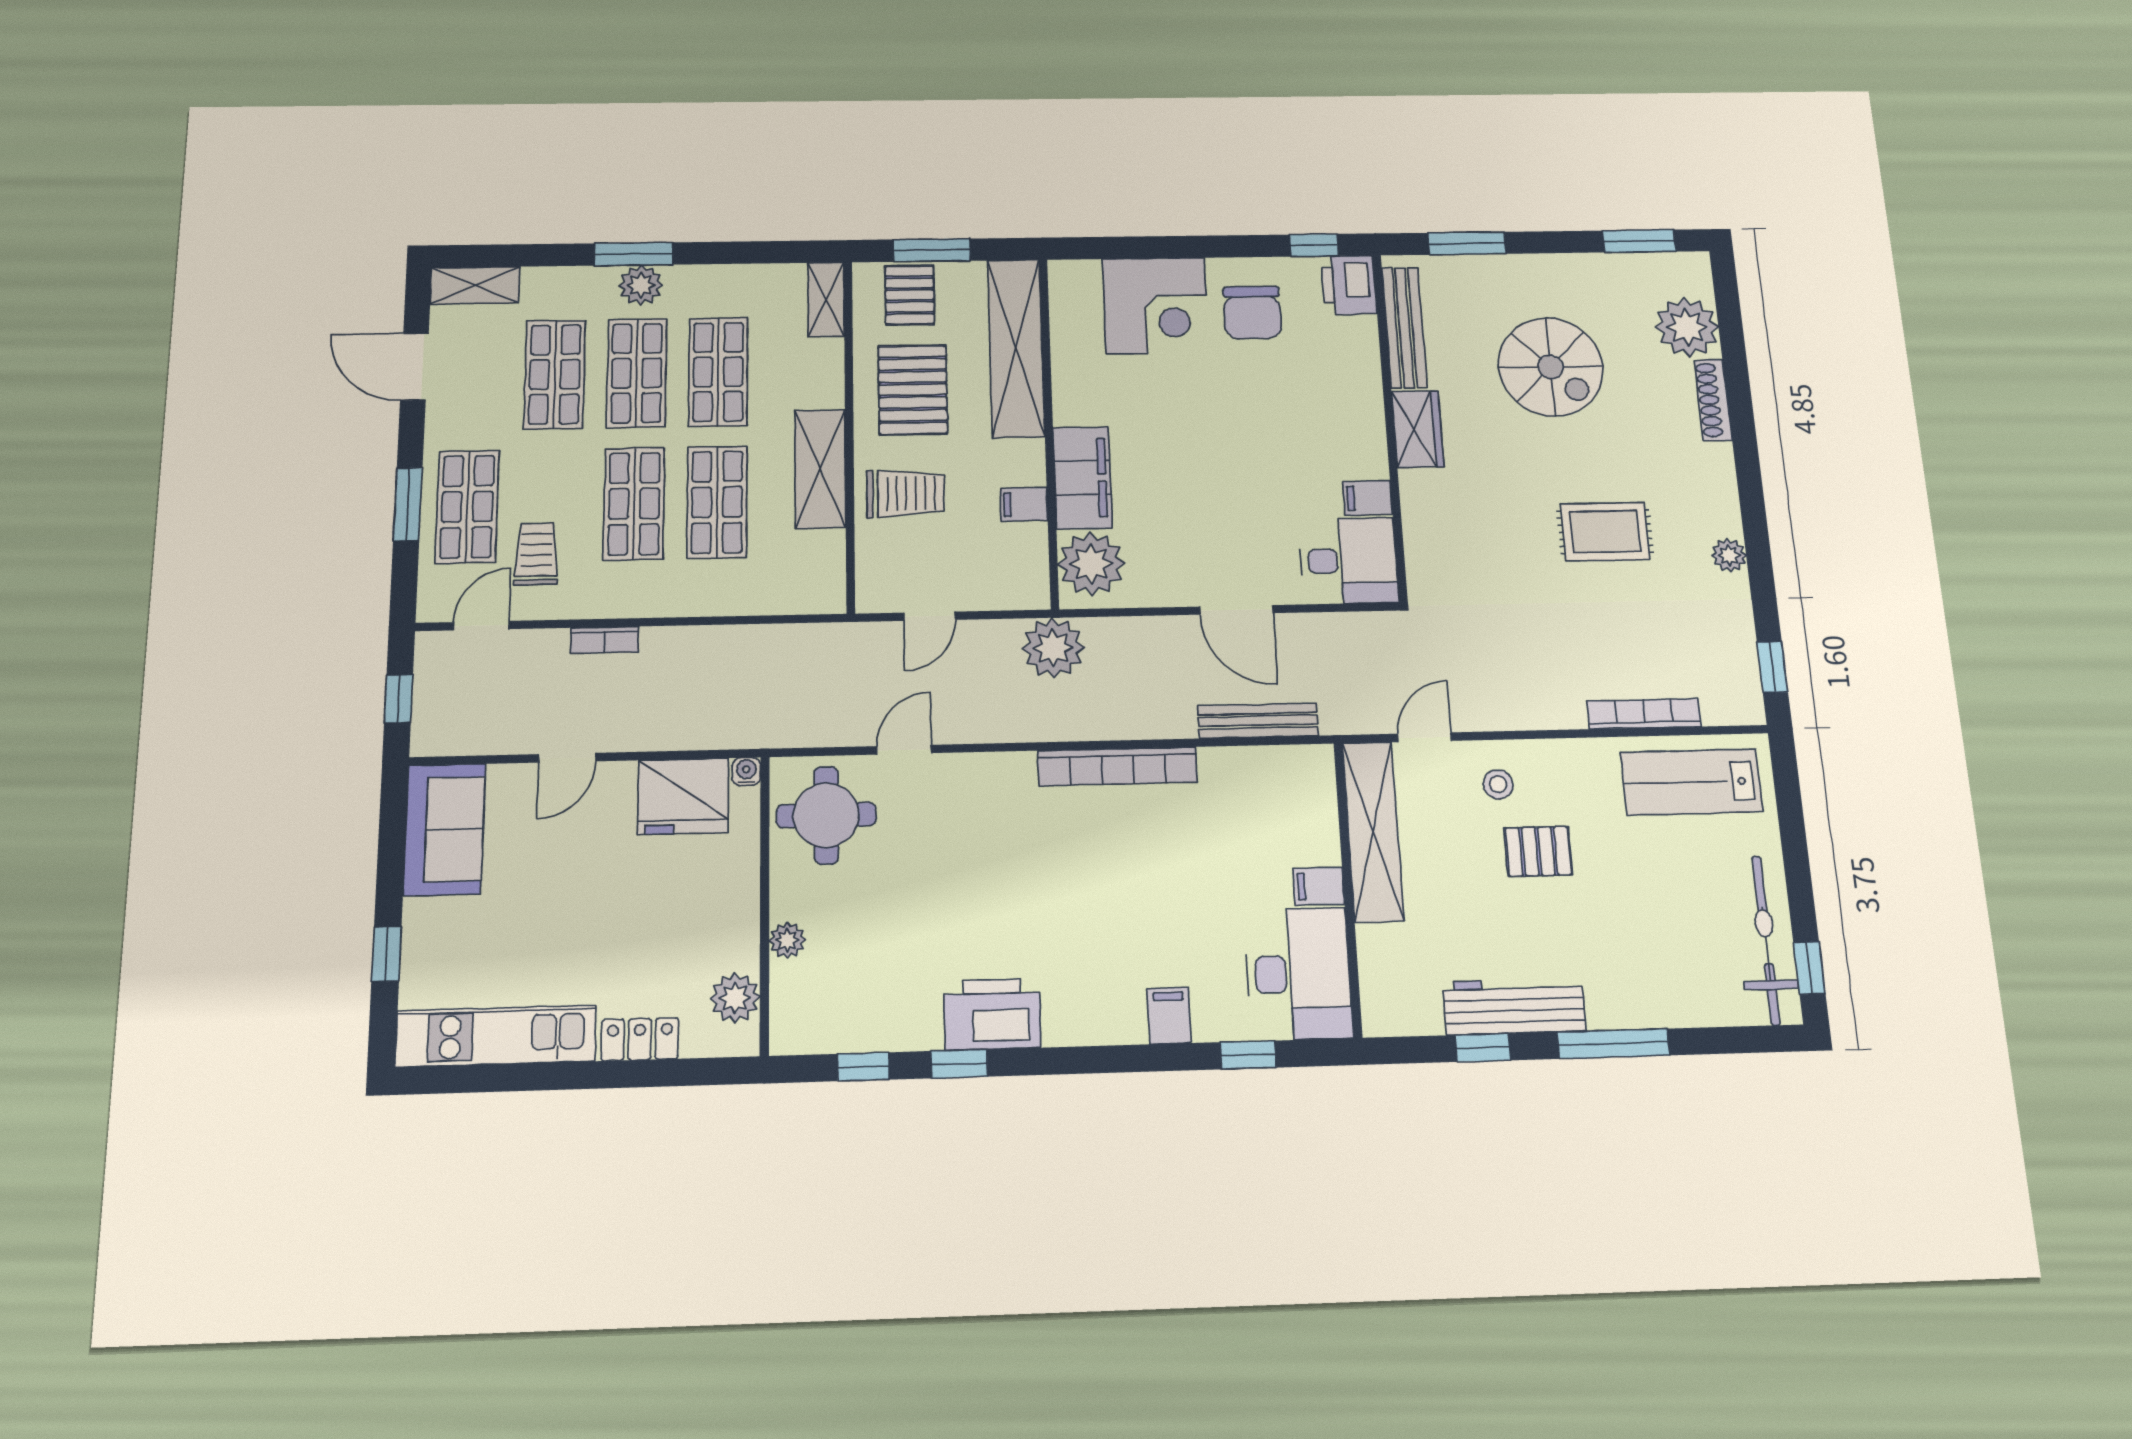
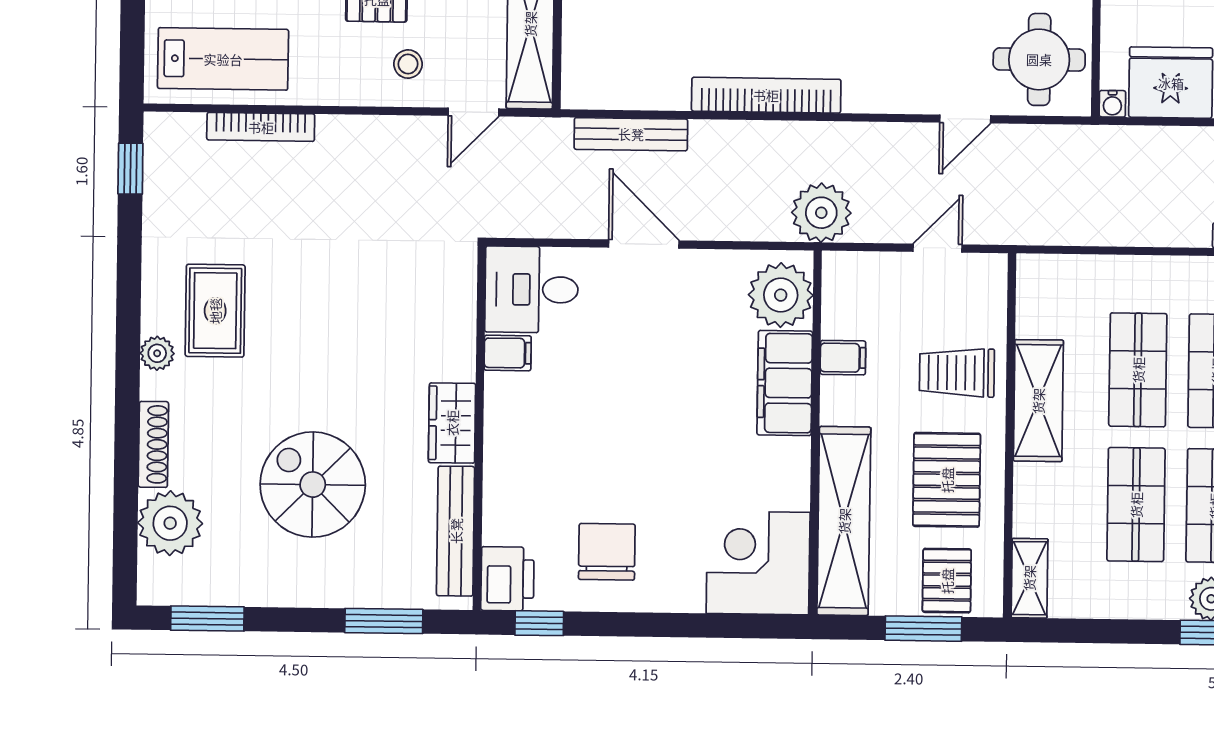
corner desk: (1155, 306) -> (758, 563), moved
rug: (1605, 532) -> (215, 311), moved, turned 90
plant: (1729, 555) -> (157, 353), moved

